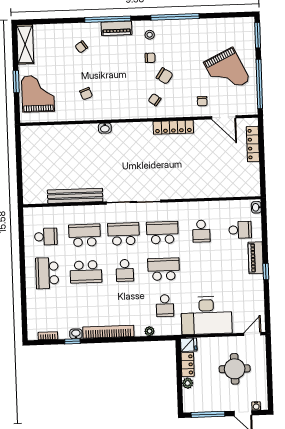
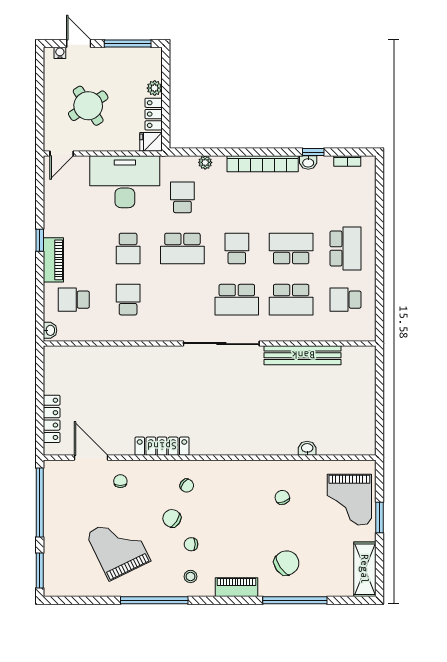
window: (108, 19) -> (295, 600), moved
chair: (81, 47) -> (287, 563), width x1.87, depth x1.87
grand piano: (227, 71) -> (118, 547), moved
washbasin: (105, 128) -> (307, 448), moved
school desk: (162, 233) -> (128, 248), moved, width x0.54
round table: (235, 369) -> (88, 106), turned -33

